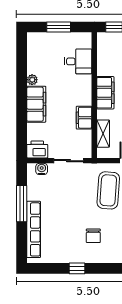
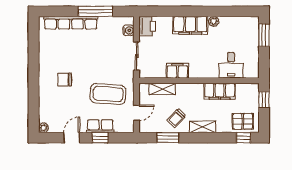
window: (59, 27) -> (264, 35), moved
filing cabinet: (105, 93) -> (220, 91), moved
window: (77, 268) -> (34, 64), removed

